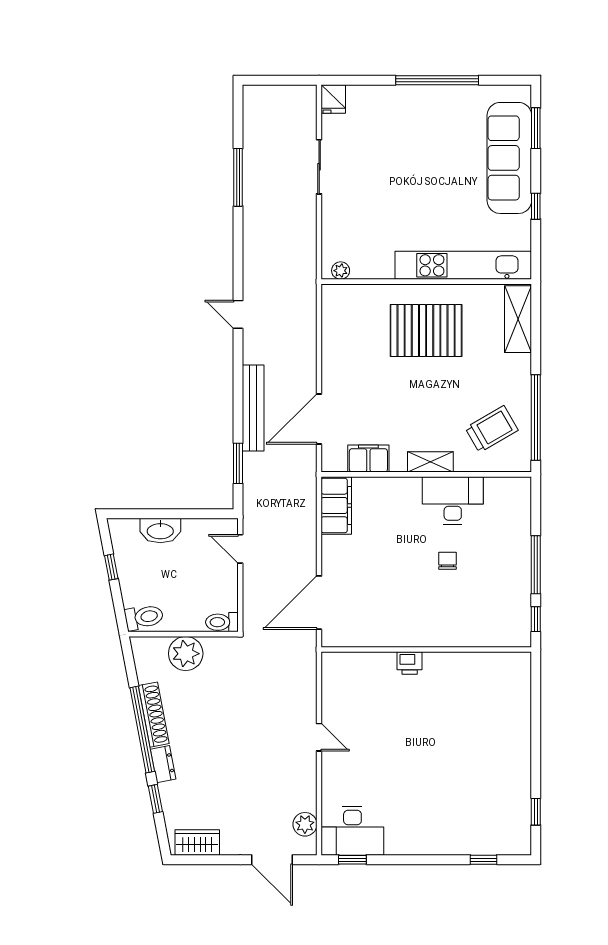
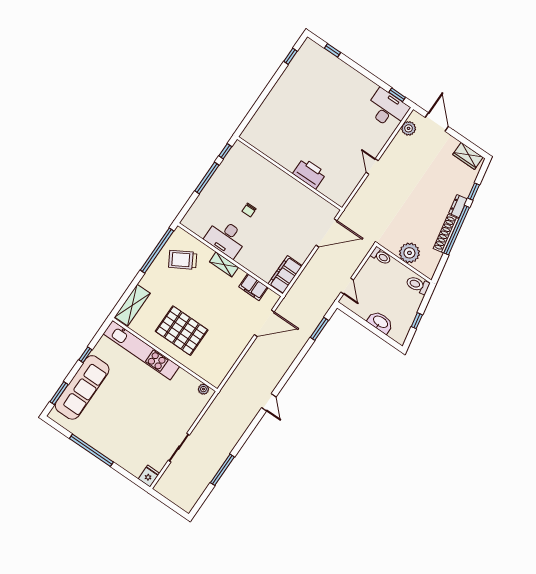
bench: (253, 408) -> (293, 351), removed
printer: (410, 663) -> (310, 173), width x1.87, depth x1.48

